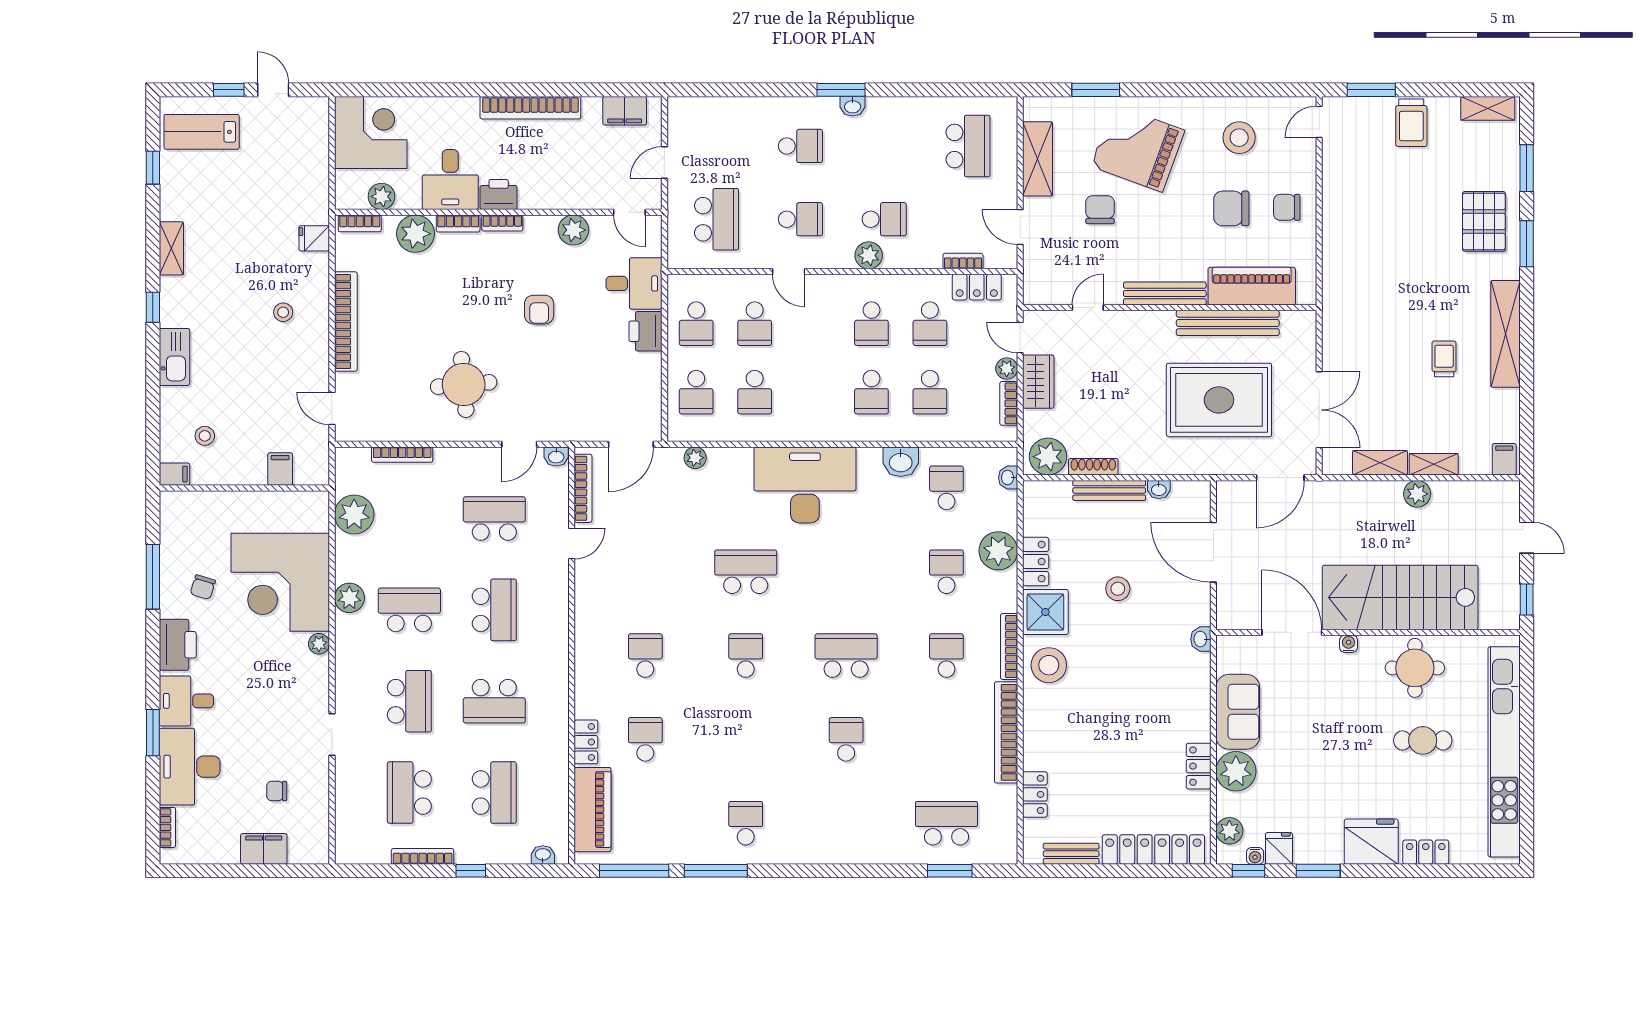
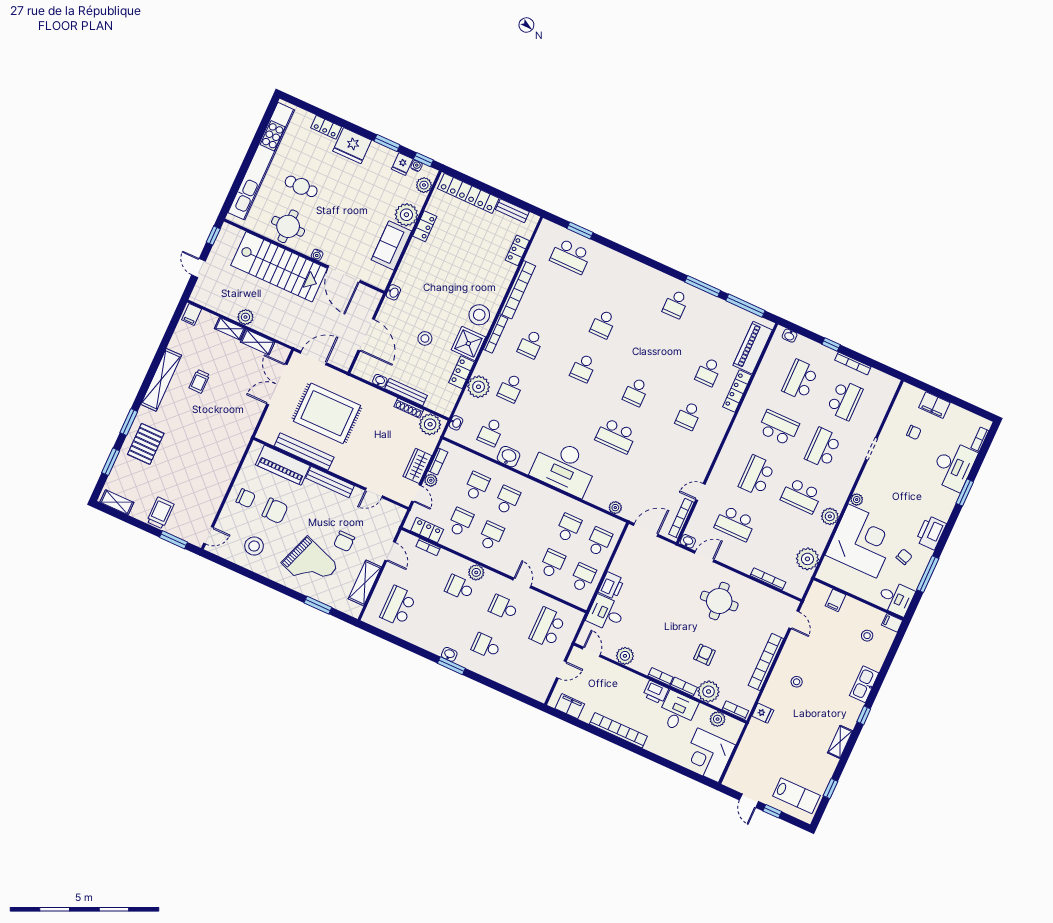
armchair: (539, 310) -> (704, 655), moved
school desk: (846, 656) -> (583, 368), width x0.54
desk: (186, 701) -> (896, 598), moved
locker: (586, 742) -> (737, 391), width x1.53

